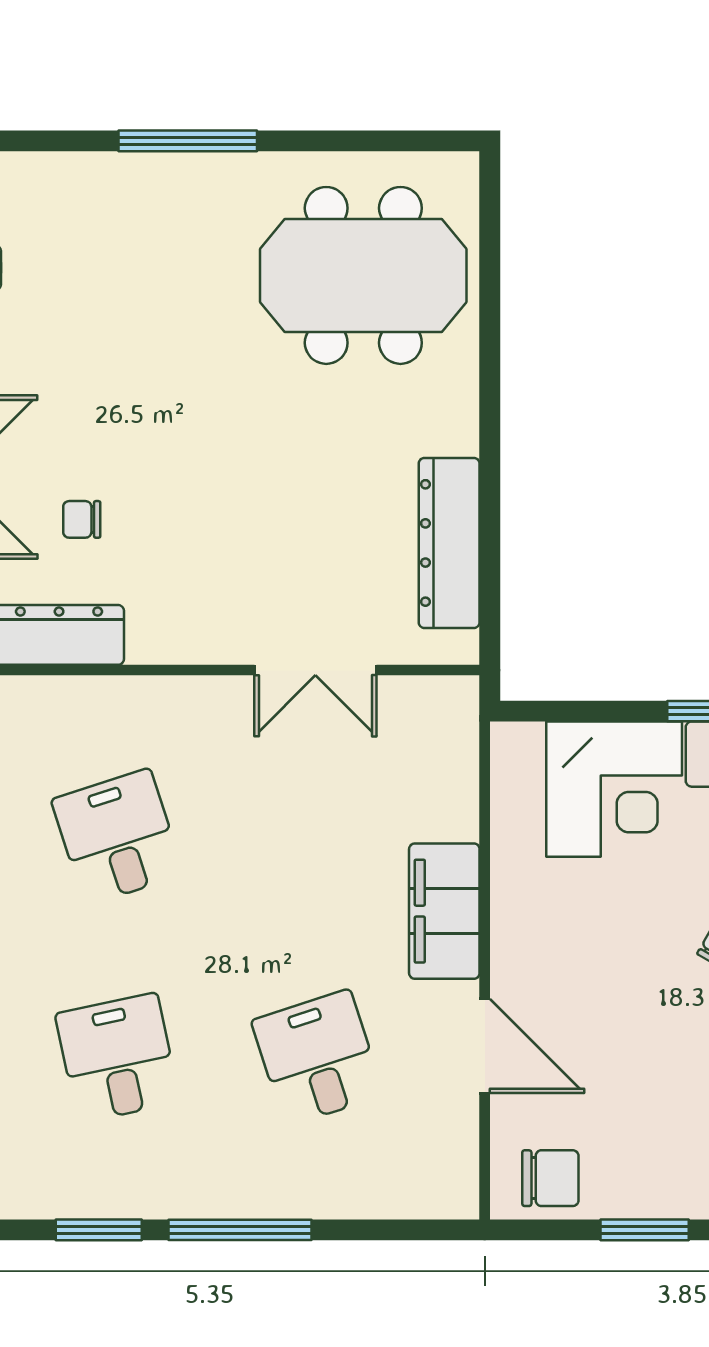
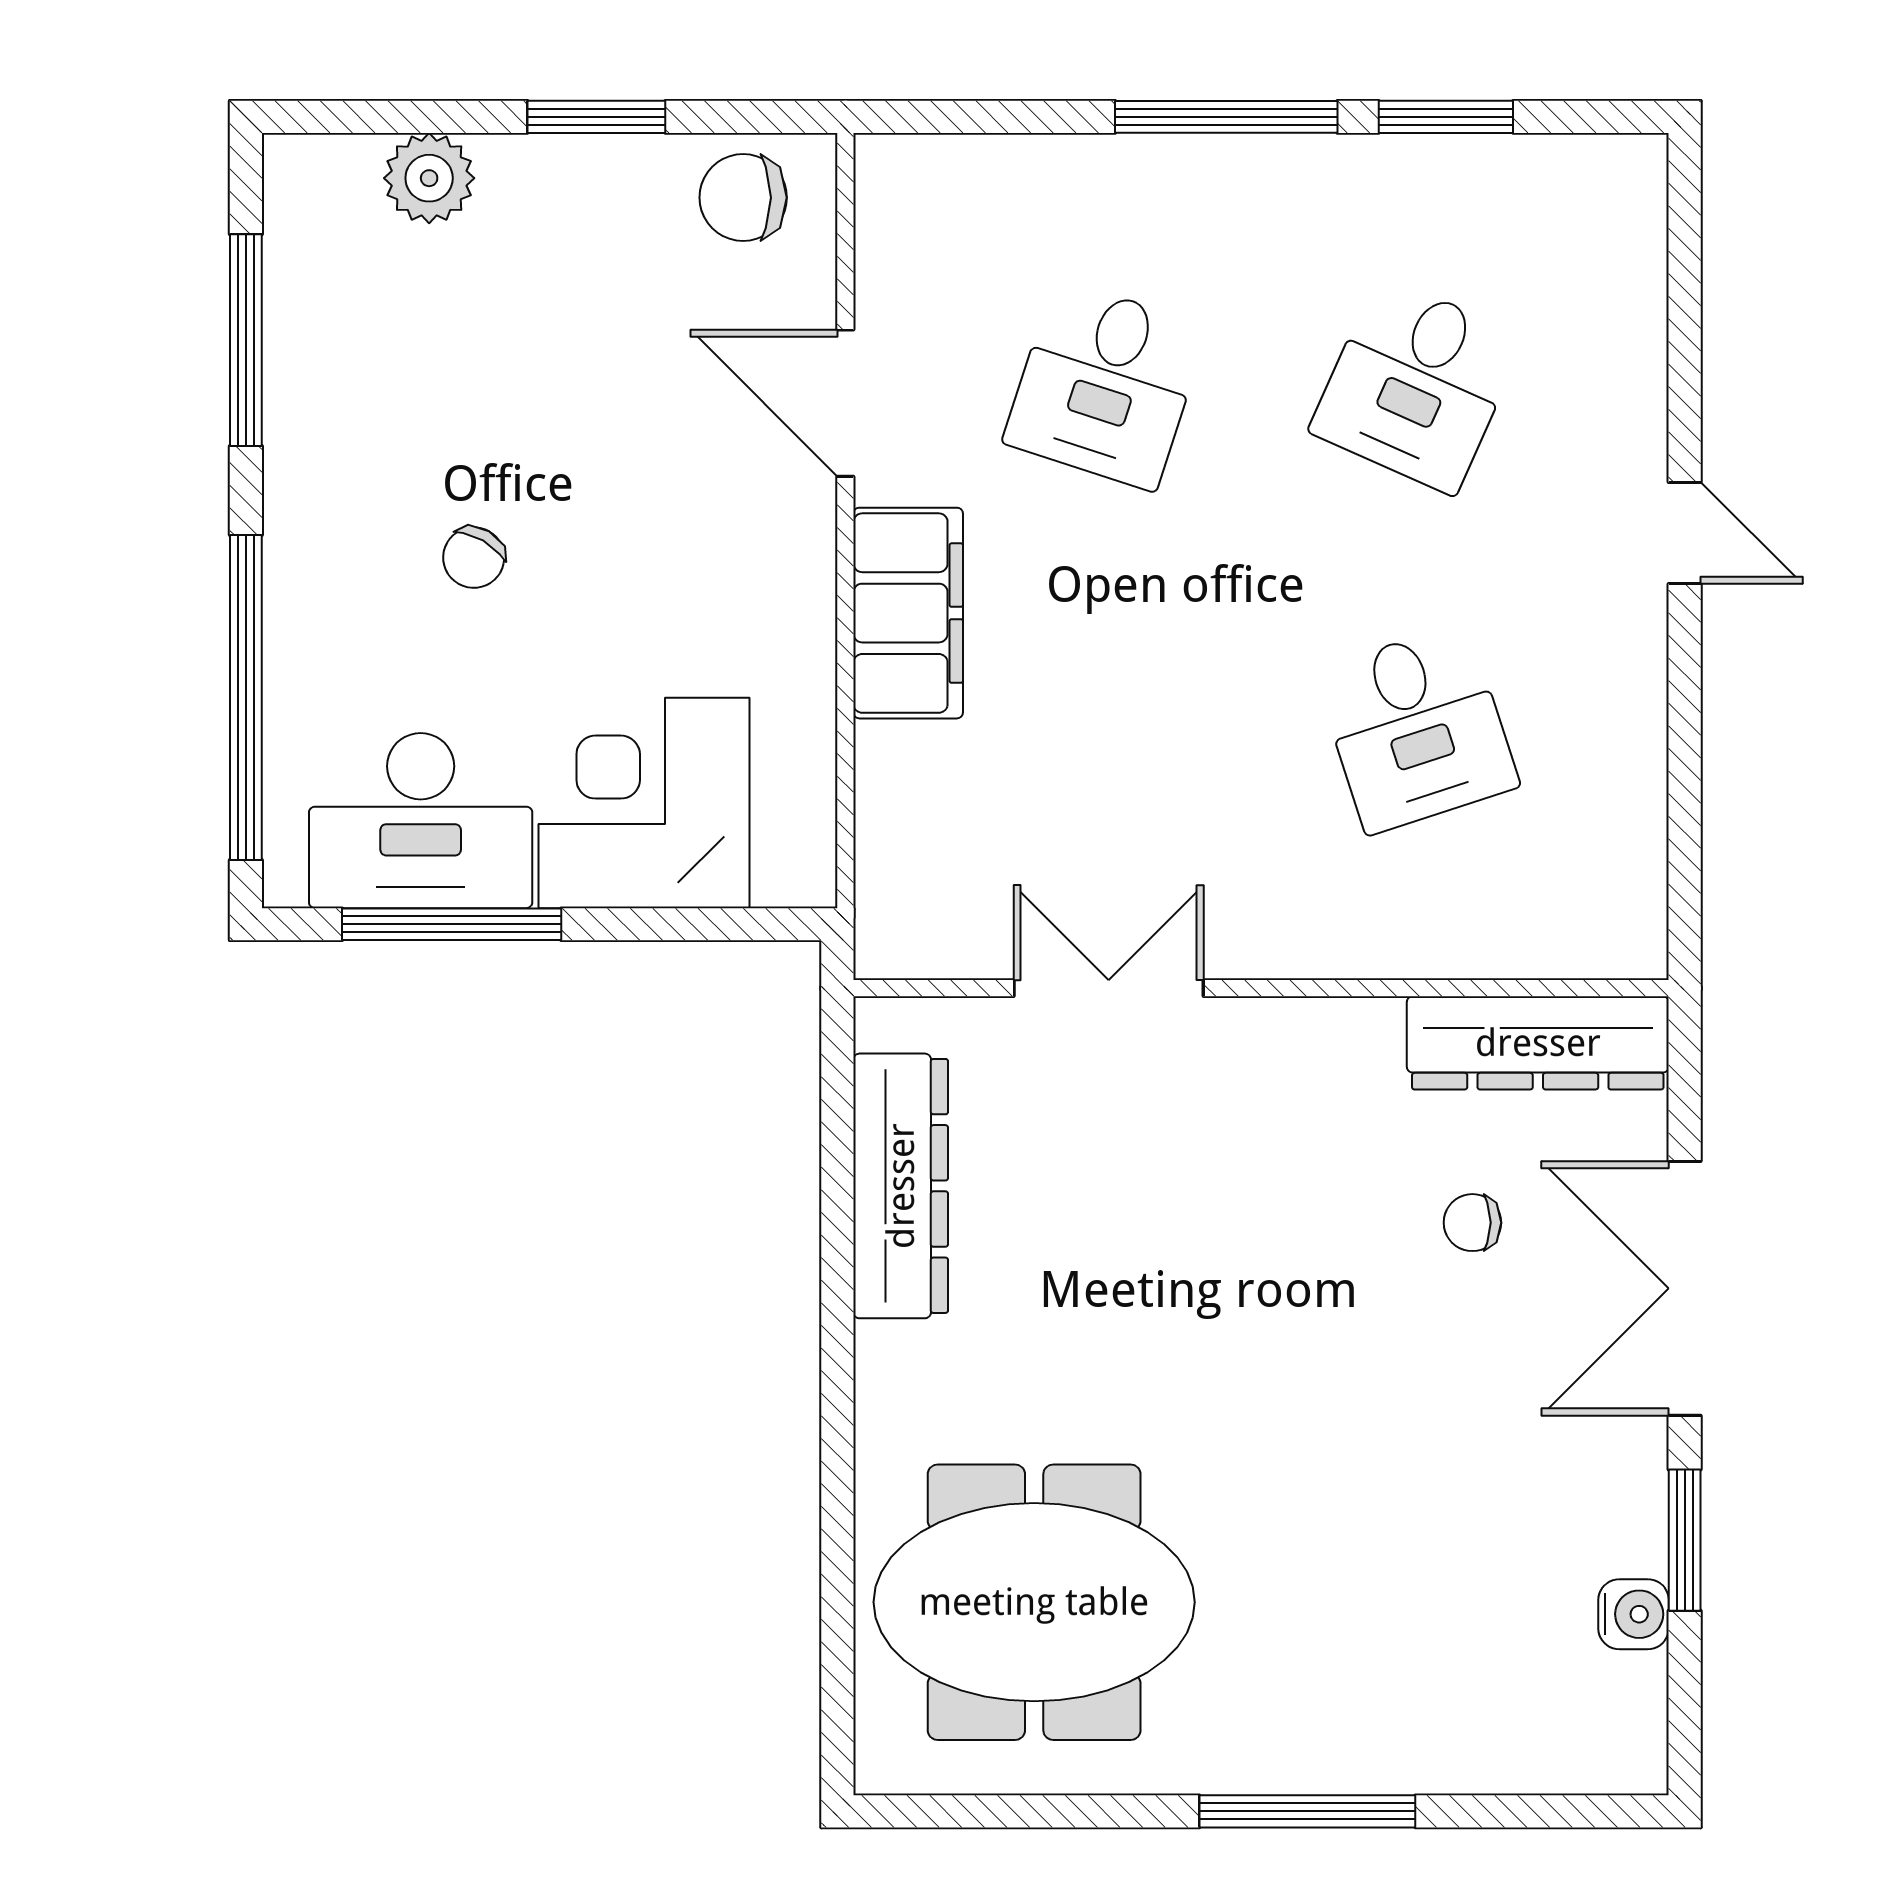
chair: (82, 519) -> (1472, 1223), turned 180
desk: (117, 1058) -> (1417, 385), turned 36
desk: (318, 1058) -> (1105, 385), turned 36

